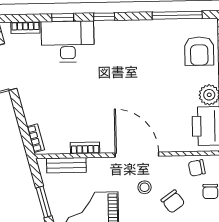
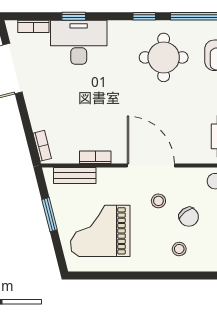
window: (104, 17) -> (144, 16), moved
round table: (147, 54) -> (164, 57), added

